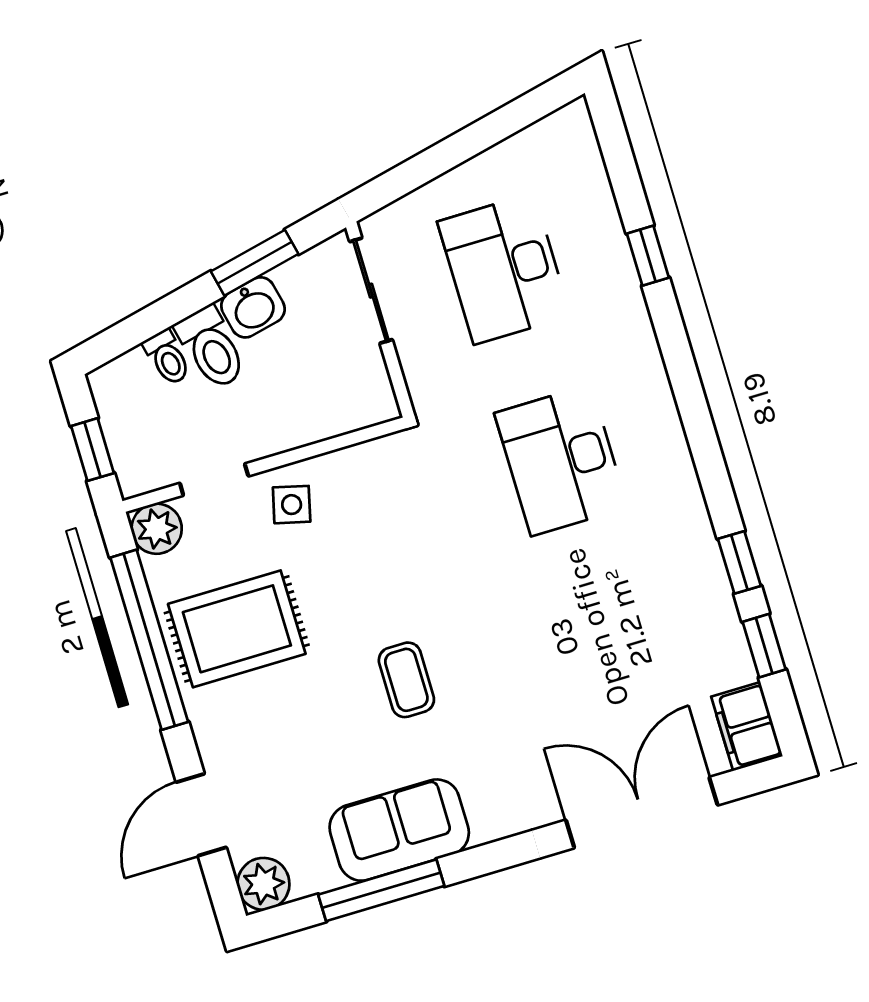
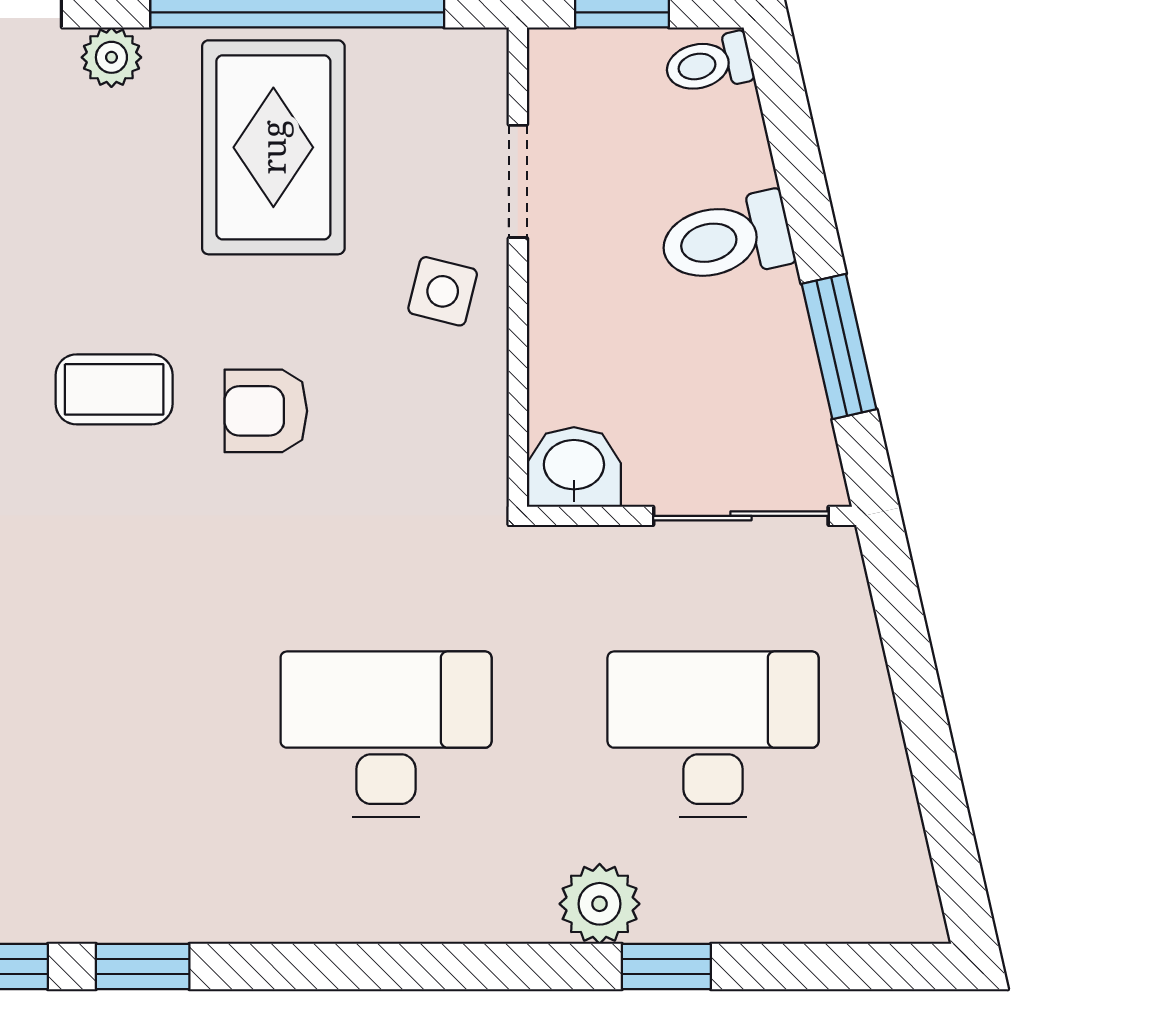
plant: (623, 306) -> (600, 904), added
washbasin: (253, 307) -> (574, 467), moved, turned 103
toilet: (167, 357) -> (709, 64), moved
plant: (157, 529) -> (111, 57), moved, width x0.73, depth x0.73
armchair: (392, 587) -> (266, 411), added

